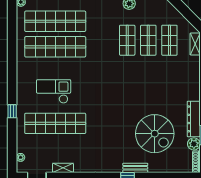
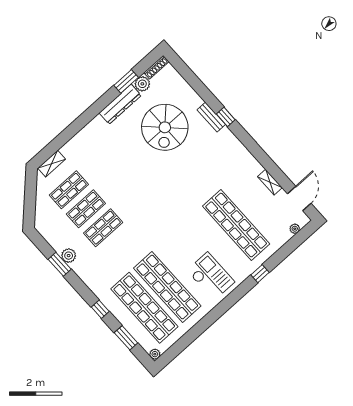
checkout: (54, 91) -> (211, 276), moved, turned 180
spiral stairs: (155, 134) -> (165, 127), turned 180

